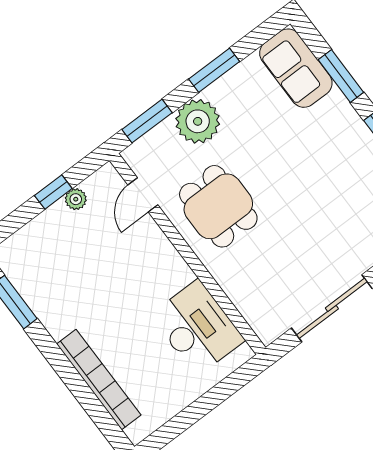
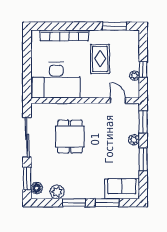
plant: (198, 121) -> (134, 140), width x0.53, depth x0.53
dining table: (218, 206) -> (70, 137), moved, turned 90
rug: (93, 284) -> (100, 59), added
desk: (197, 328) -> (56, 80), width x1.36, depth x1.30

